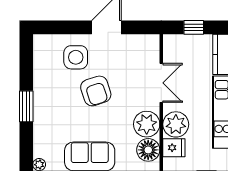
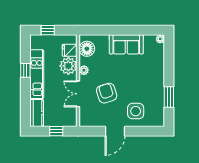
armchair: (96, 91) -> (107, 93), moved
window: (26, 106) -> (169, 97), moved
plant: (147, 124) -> (84, 70), width x0.53, depth x0.53

